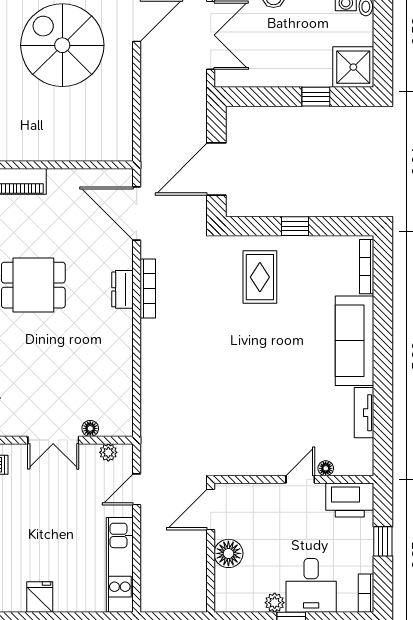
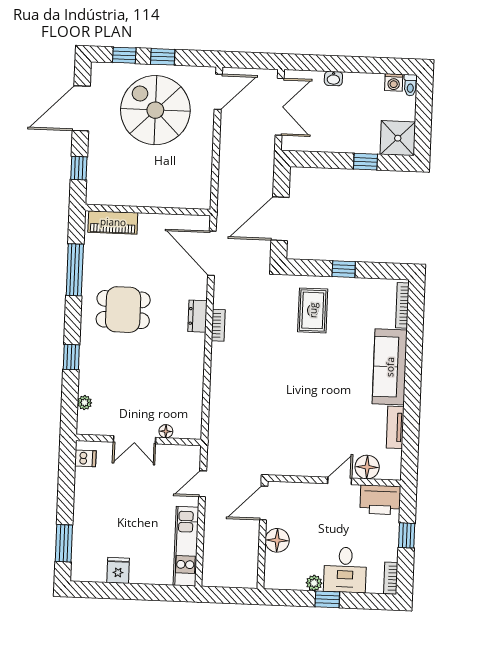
bookcase: (148, 289) -> (218, 325), width x0.64
plant: (108, 452) -> (180, 452), removed
floor lamp: (326, 468) -> (367, 467), width x1.89, depth x1.89

